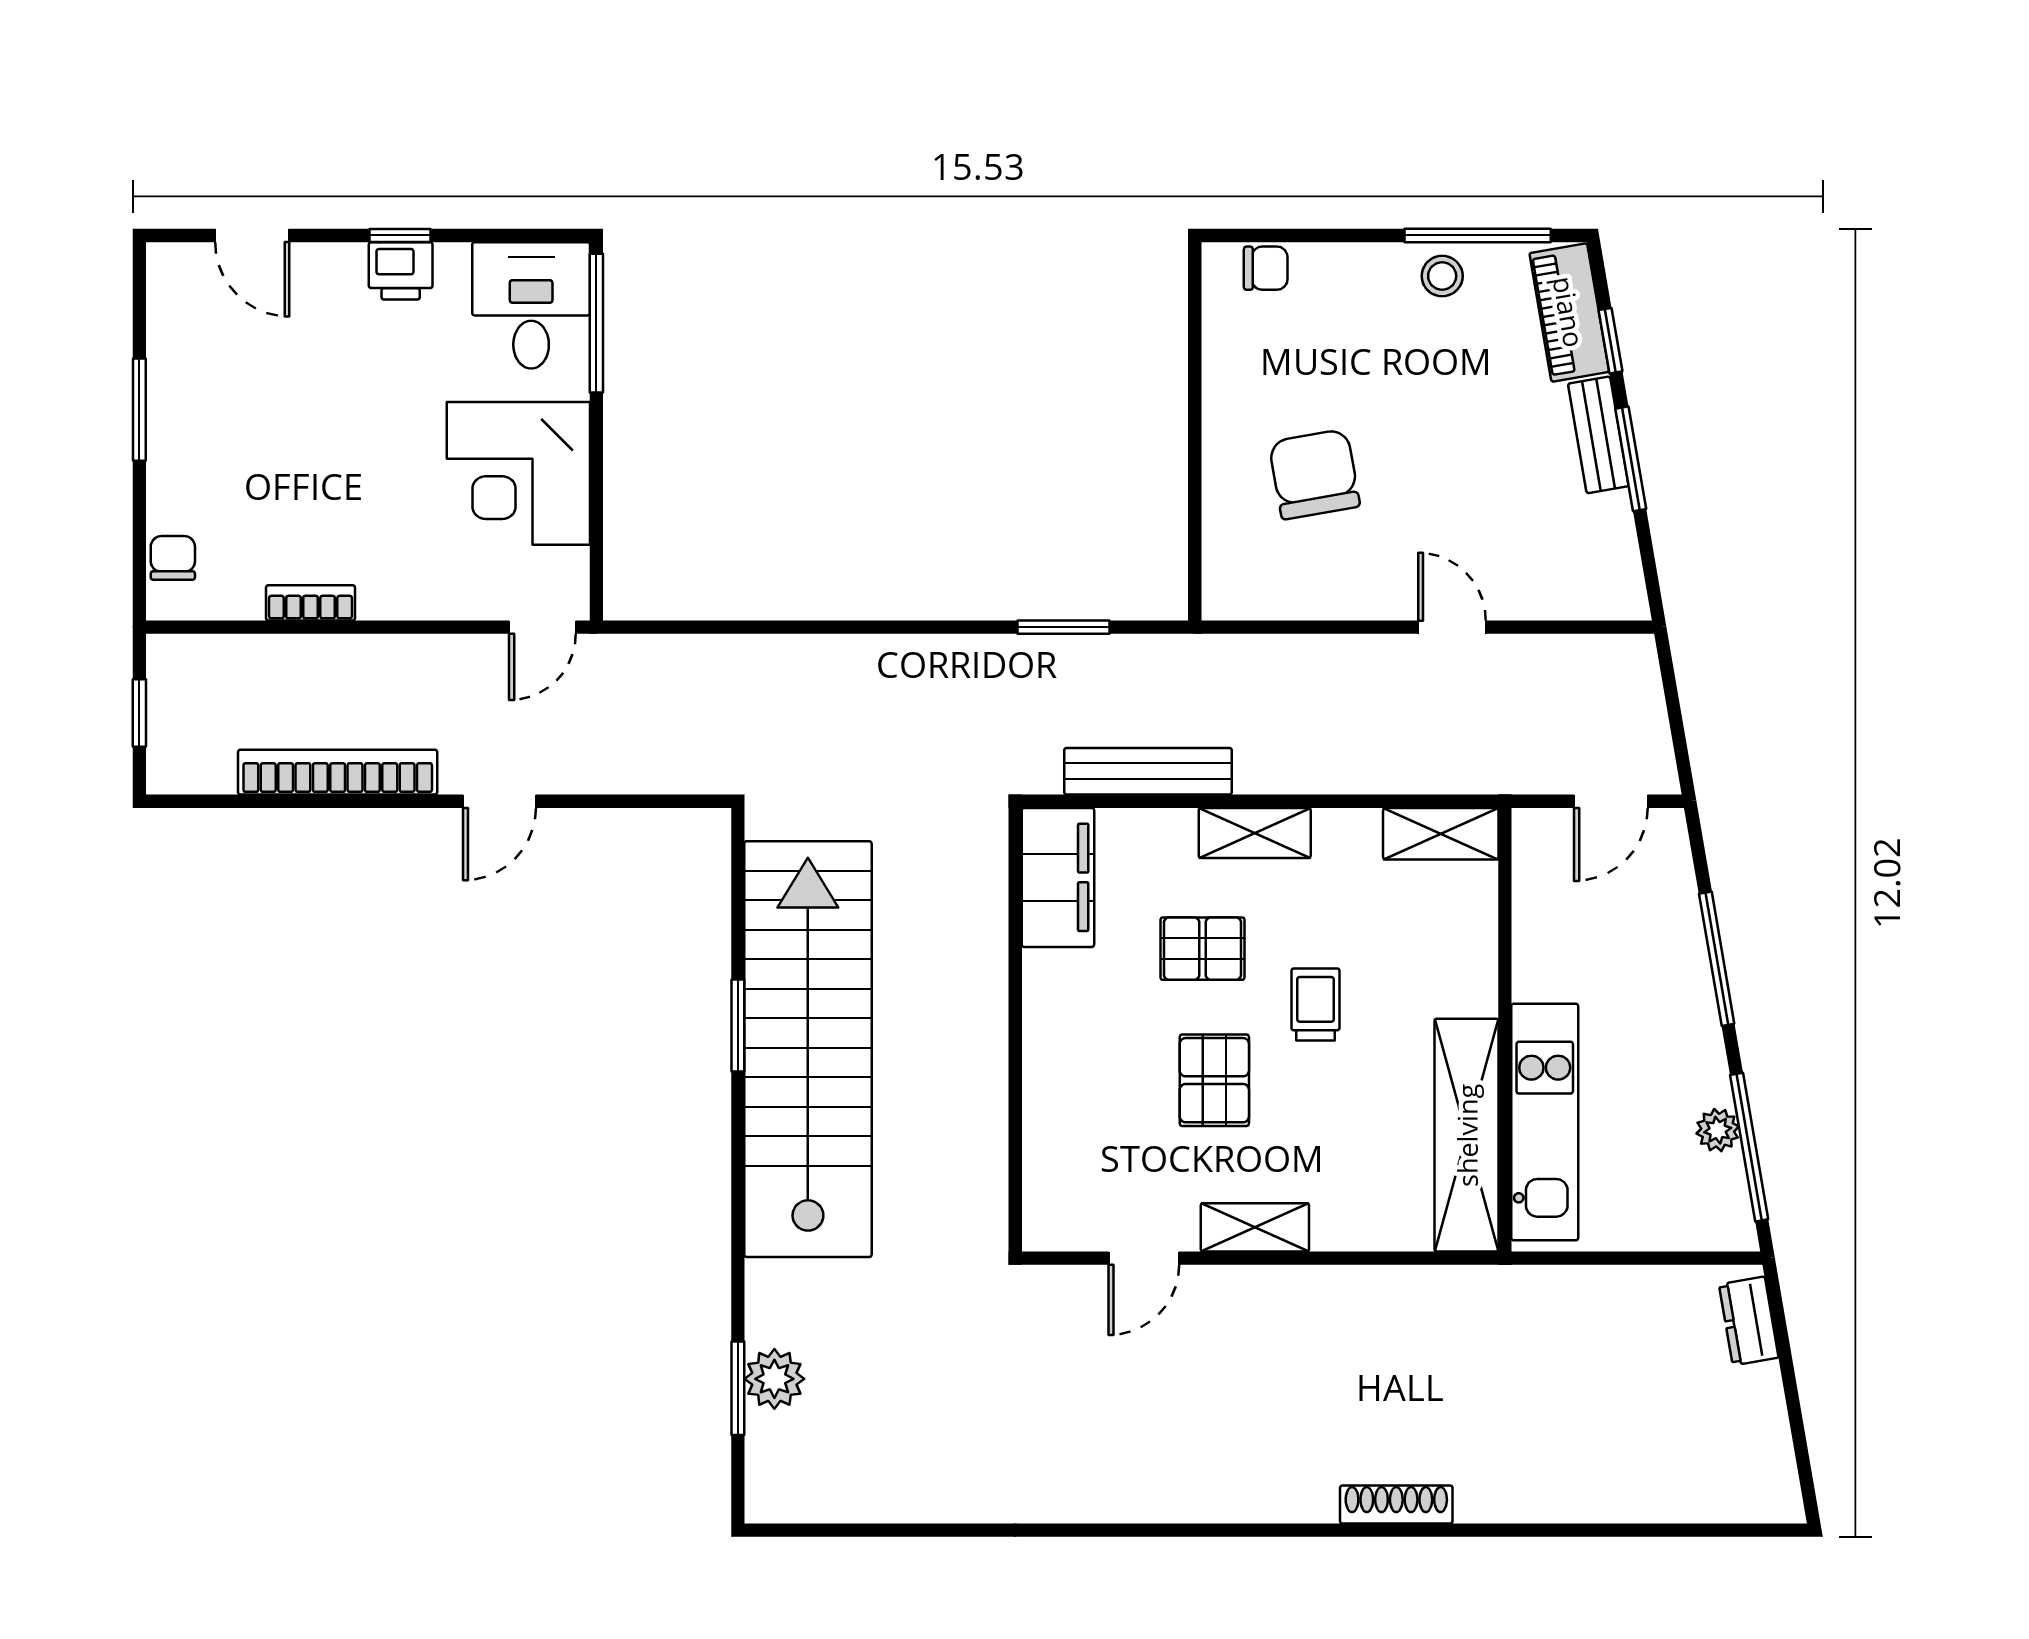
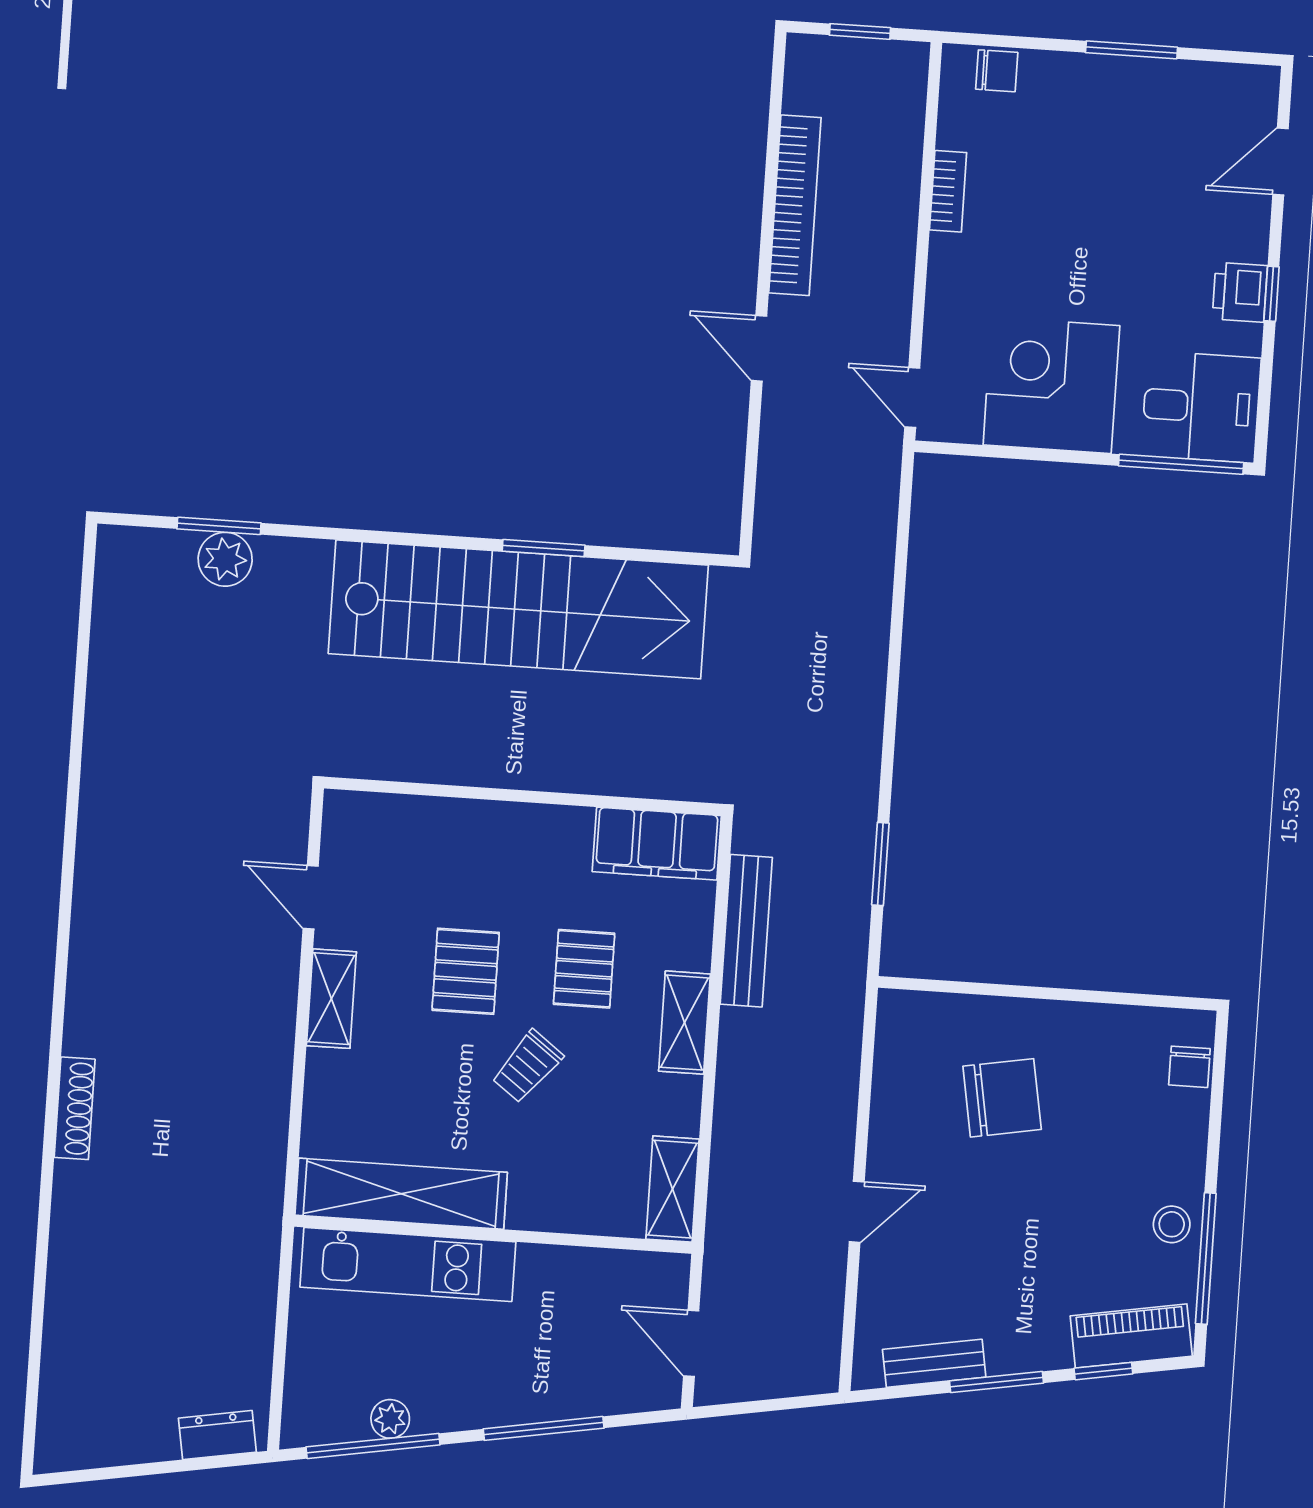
bench: (1598, 435) -> (934, 1363), moved
trolley: (1315, 1004) -> (527, 1066), turned 127
pallet: (1214, 1080) -> (466, 971), turned 90

